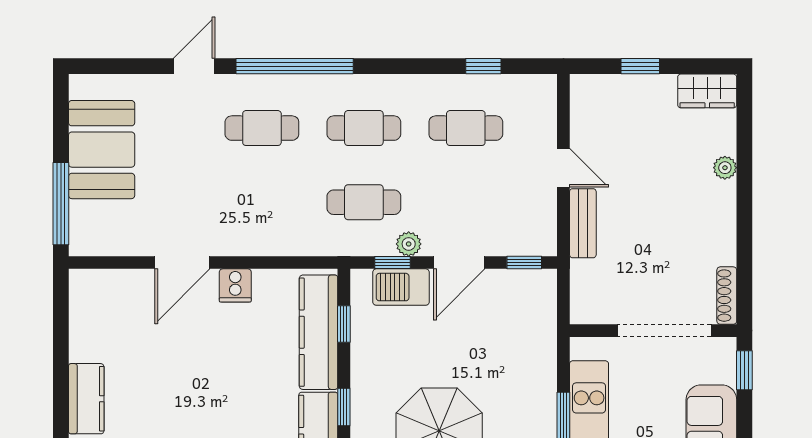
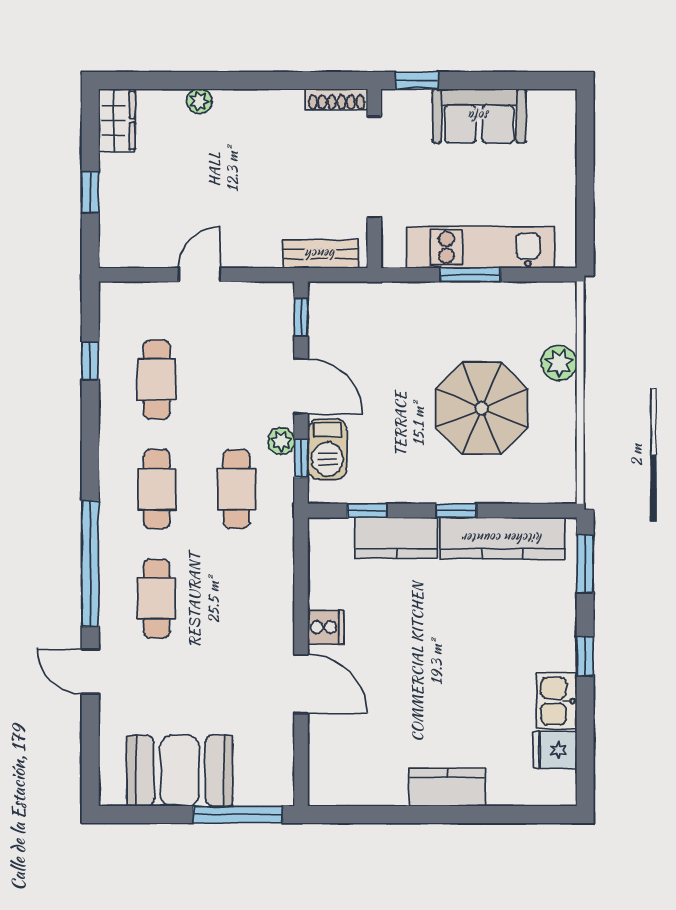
bench: (583, 223) -> (321, 254), moved
kitchen counter: (319, 332) -> (396, 538), width x0.67

